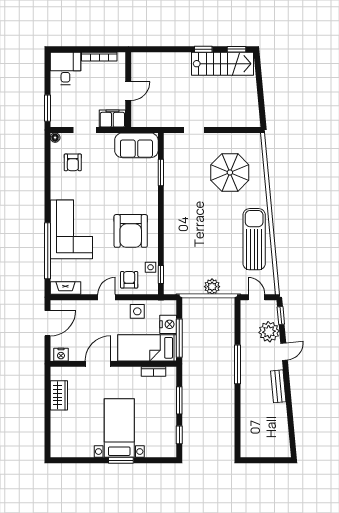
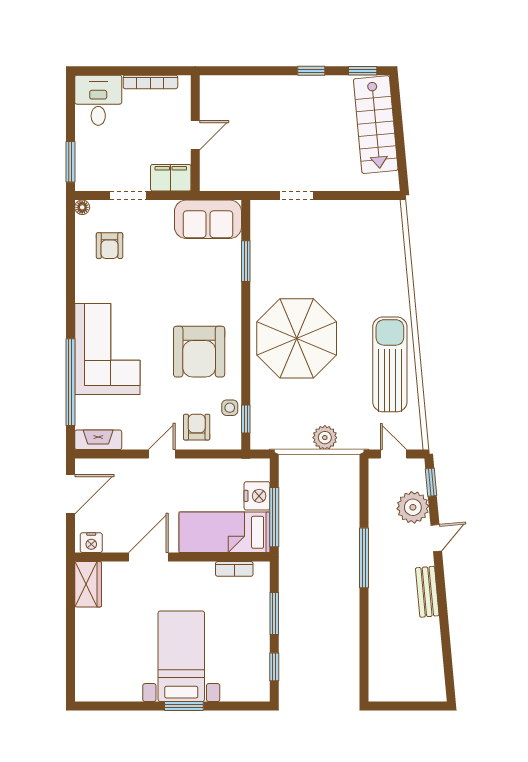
stairs: (223, 64) -> (376, 125), moved, turned 85
parasol: (230, 172) -> (297, 338), moved, width x1.36, depth x1.36
side table: (137, 311) -> (209, 476), removed
wardrobe: (59, 395) -> (88, 584), moved

